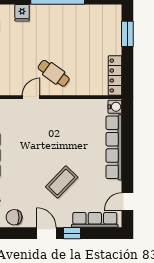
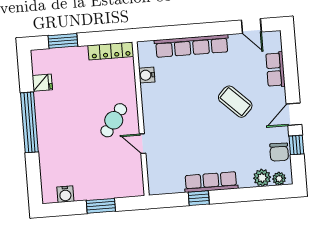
fridge: (22, 13) -> (42, 83), moved
water cooler: (115, 107) -> (147, 75), moved, turned -90
row of seats: (95, 220) -> (276, 69), width x0.68
window: (72, 233) -> (296, 145), moved

